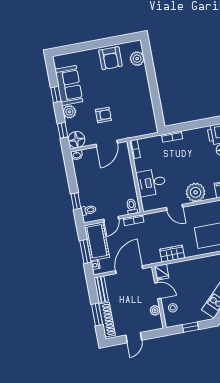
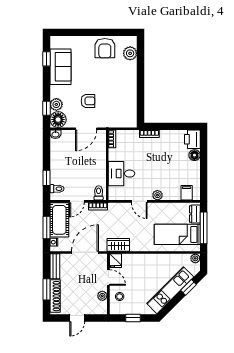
window: (56, 94) -> (47, 59), moved
plant: (69, 112) -> (56, 104), moved
plant: (196, 192) -> (157, 195), width x0.53, depth x0.53
wardrobe: (172, 254) -> (118, 245), moved

